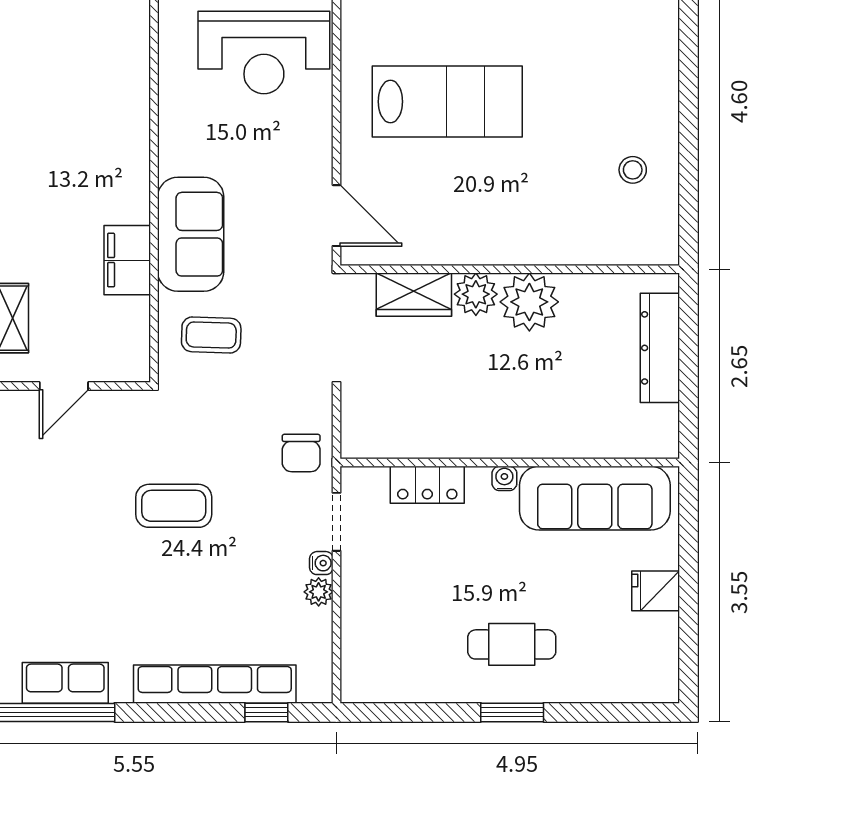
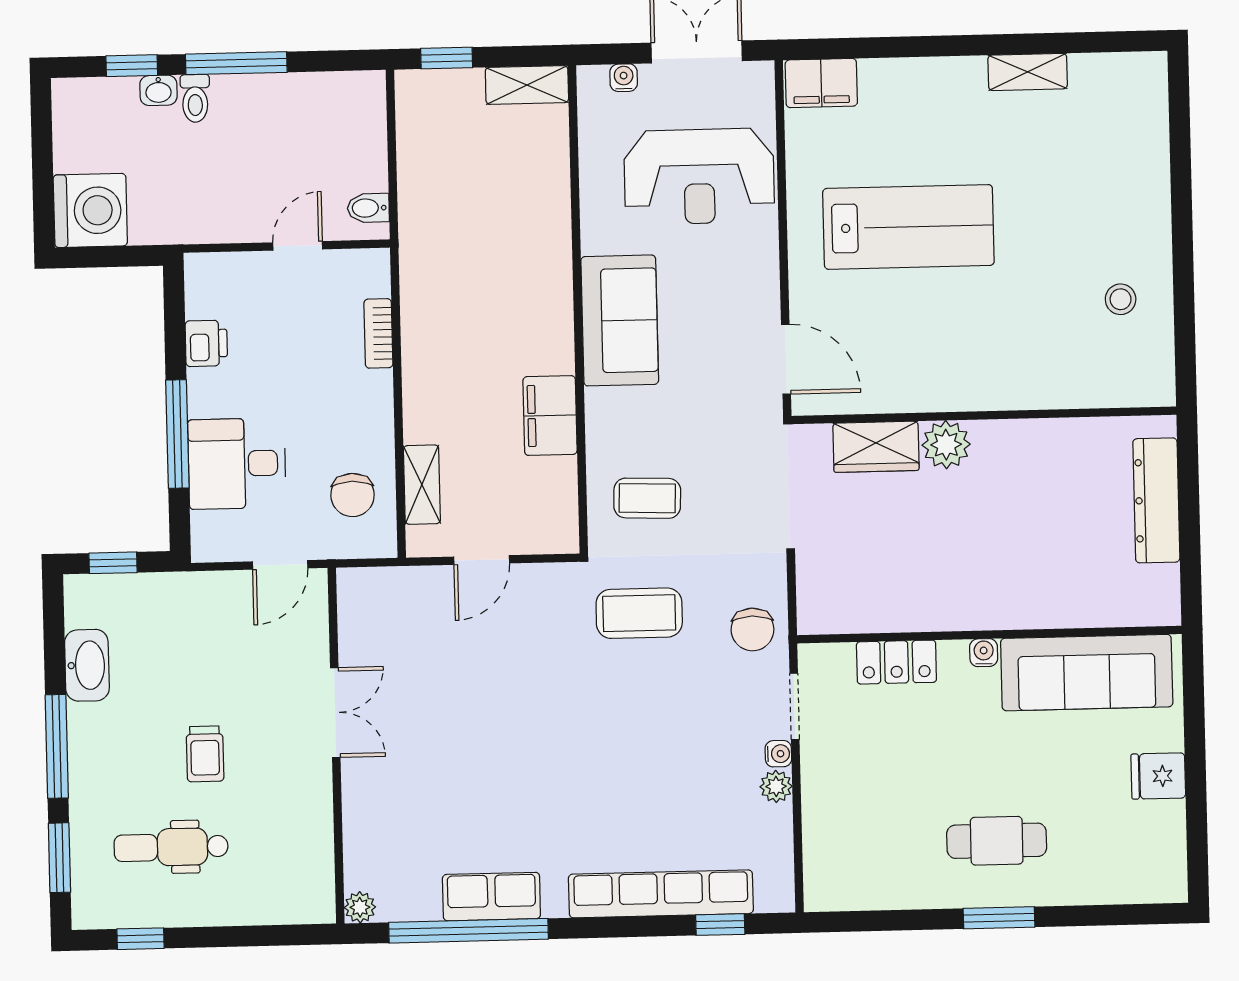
sofa: (191, 234) -> (620, 320), moved
plant: (529, 302) -> (1007, 452), removed
coffee table: (174, 506) -> (639, 613), moved

